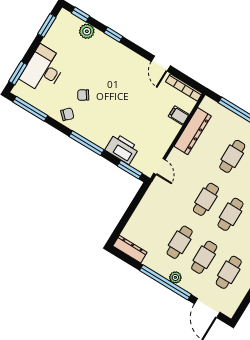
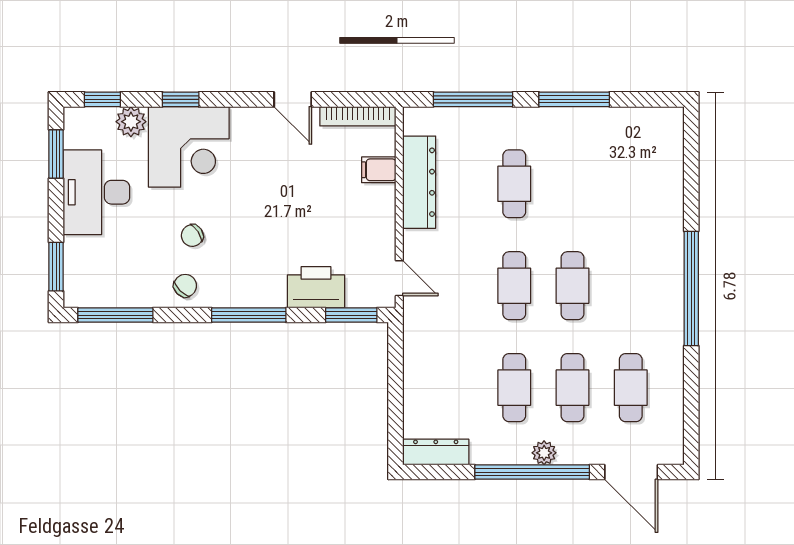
corner desk: (105, 57) -> (189, 147), added
desk: (43, 70) -> (96, 192), moved

